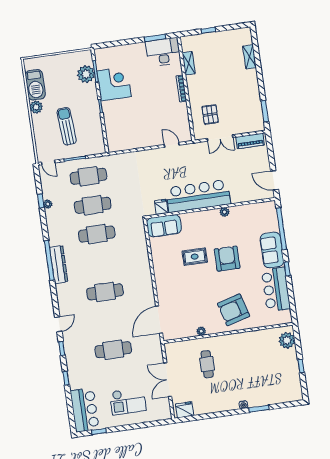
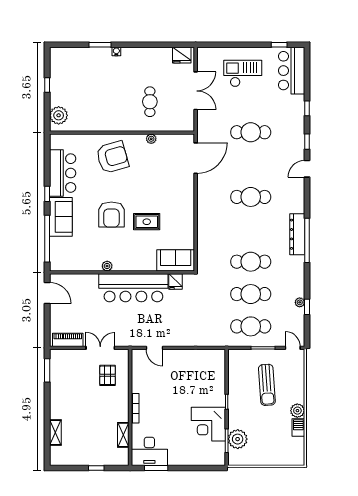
barbecue: (35, 85) -> (298, 427), width x0.53, depth x0.65

